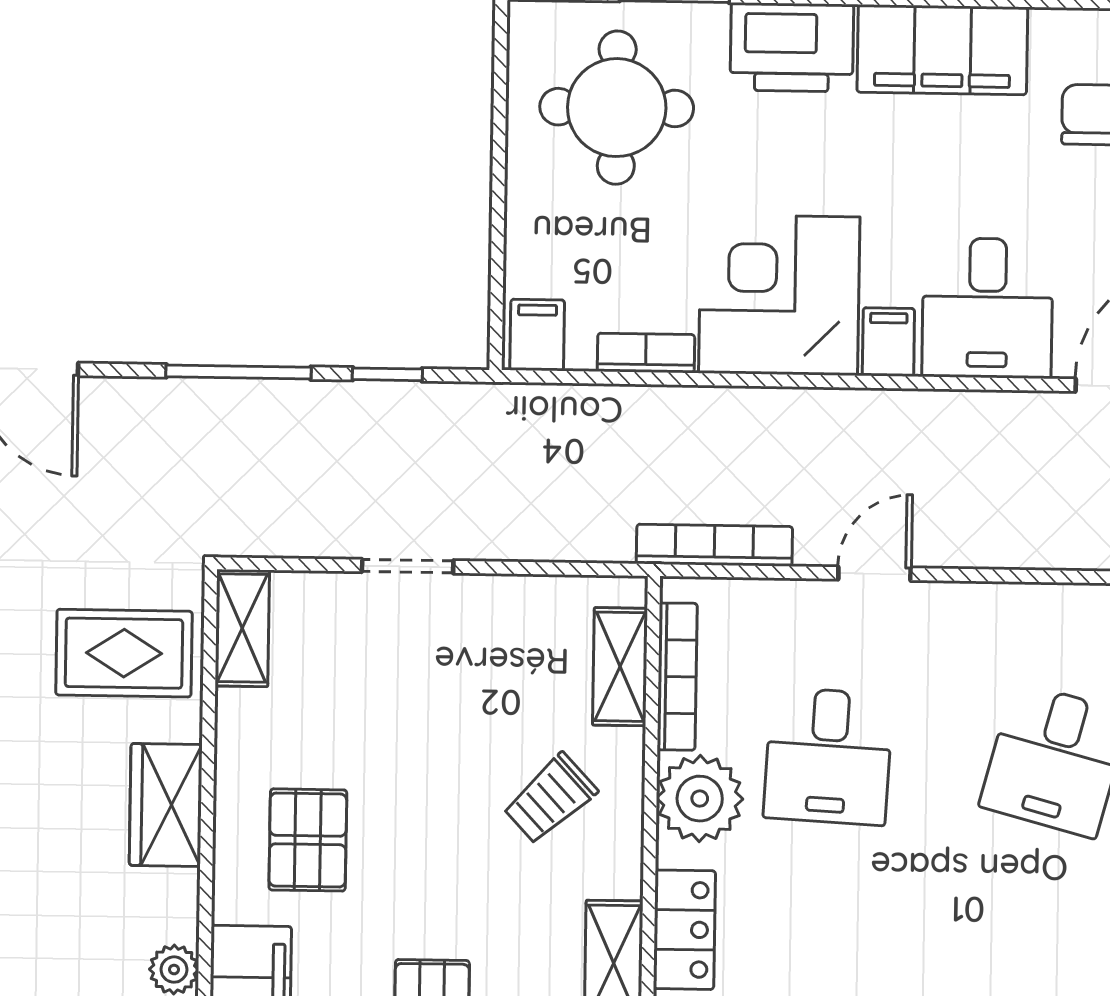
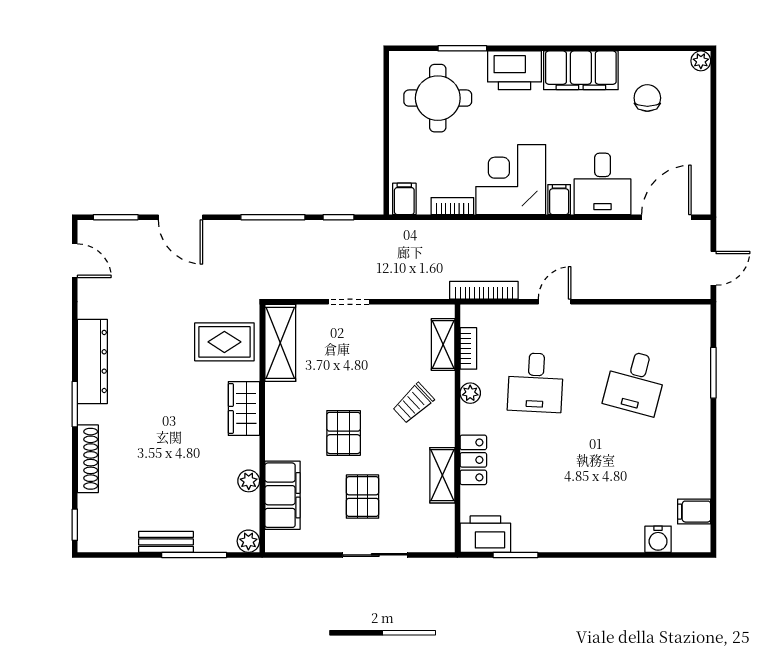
shelving: (242, 628) -> (280, 343), width x1.50, depth x1.33
bookcase: (677, 677) -> (468, 348), width x0.64
plant: (700, 799) -> (470, 393), width x0.53, depth x0.53
pallet: (308, 840) -> (344, 433), moved

